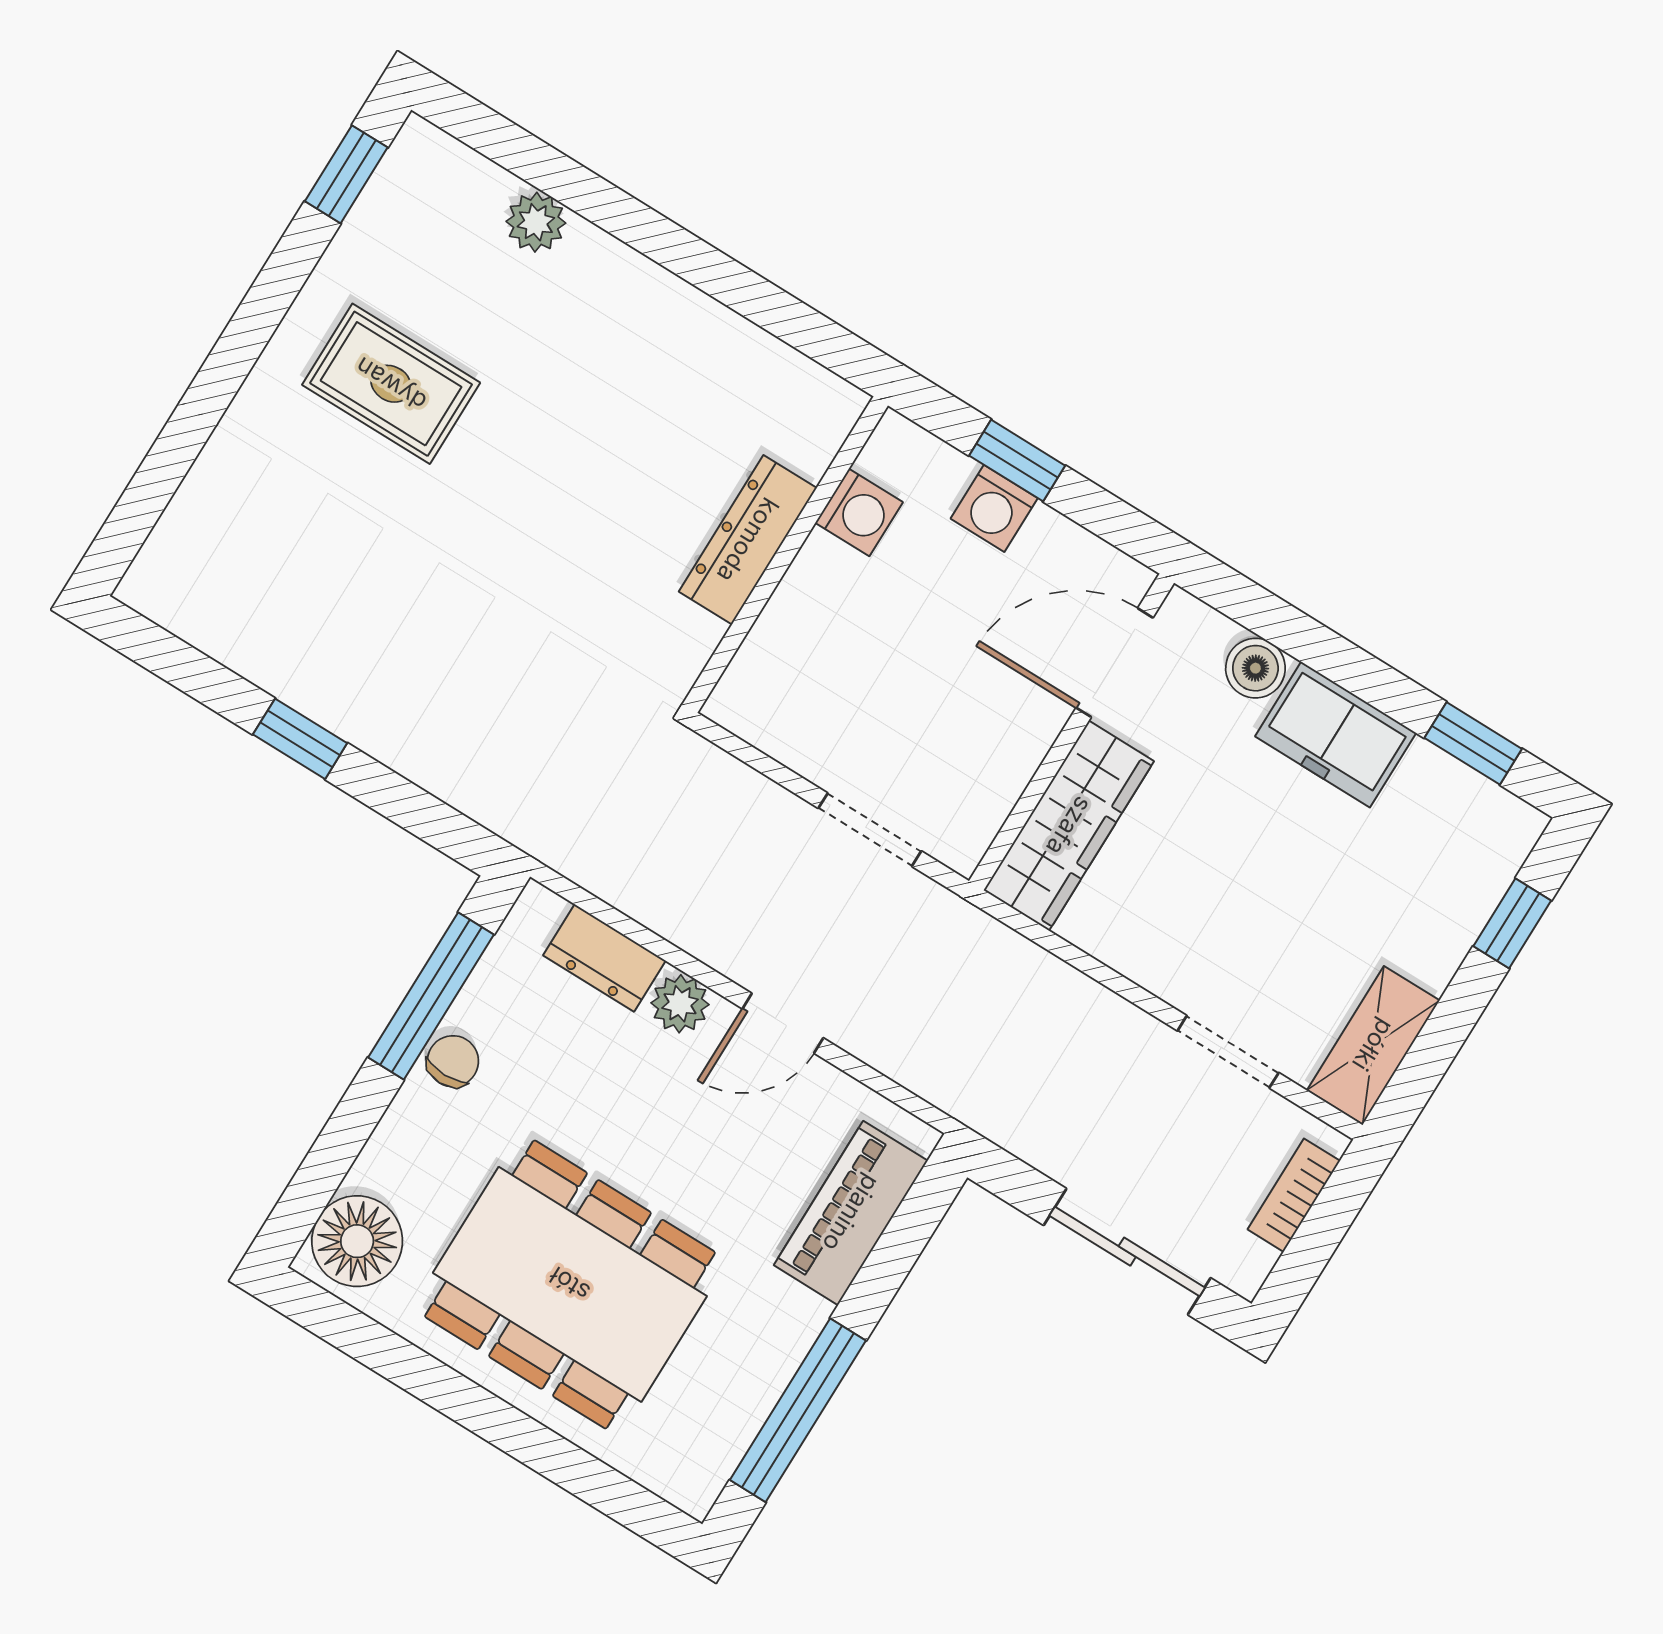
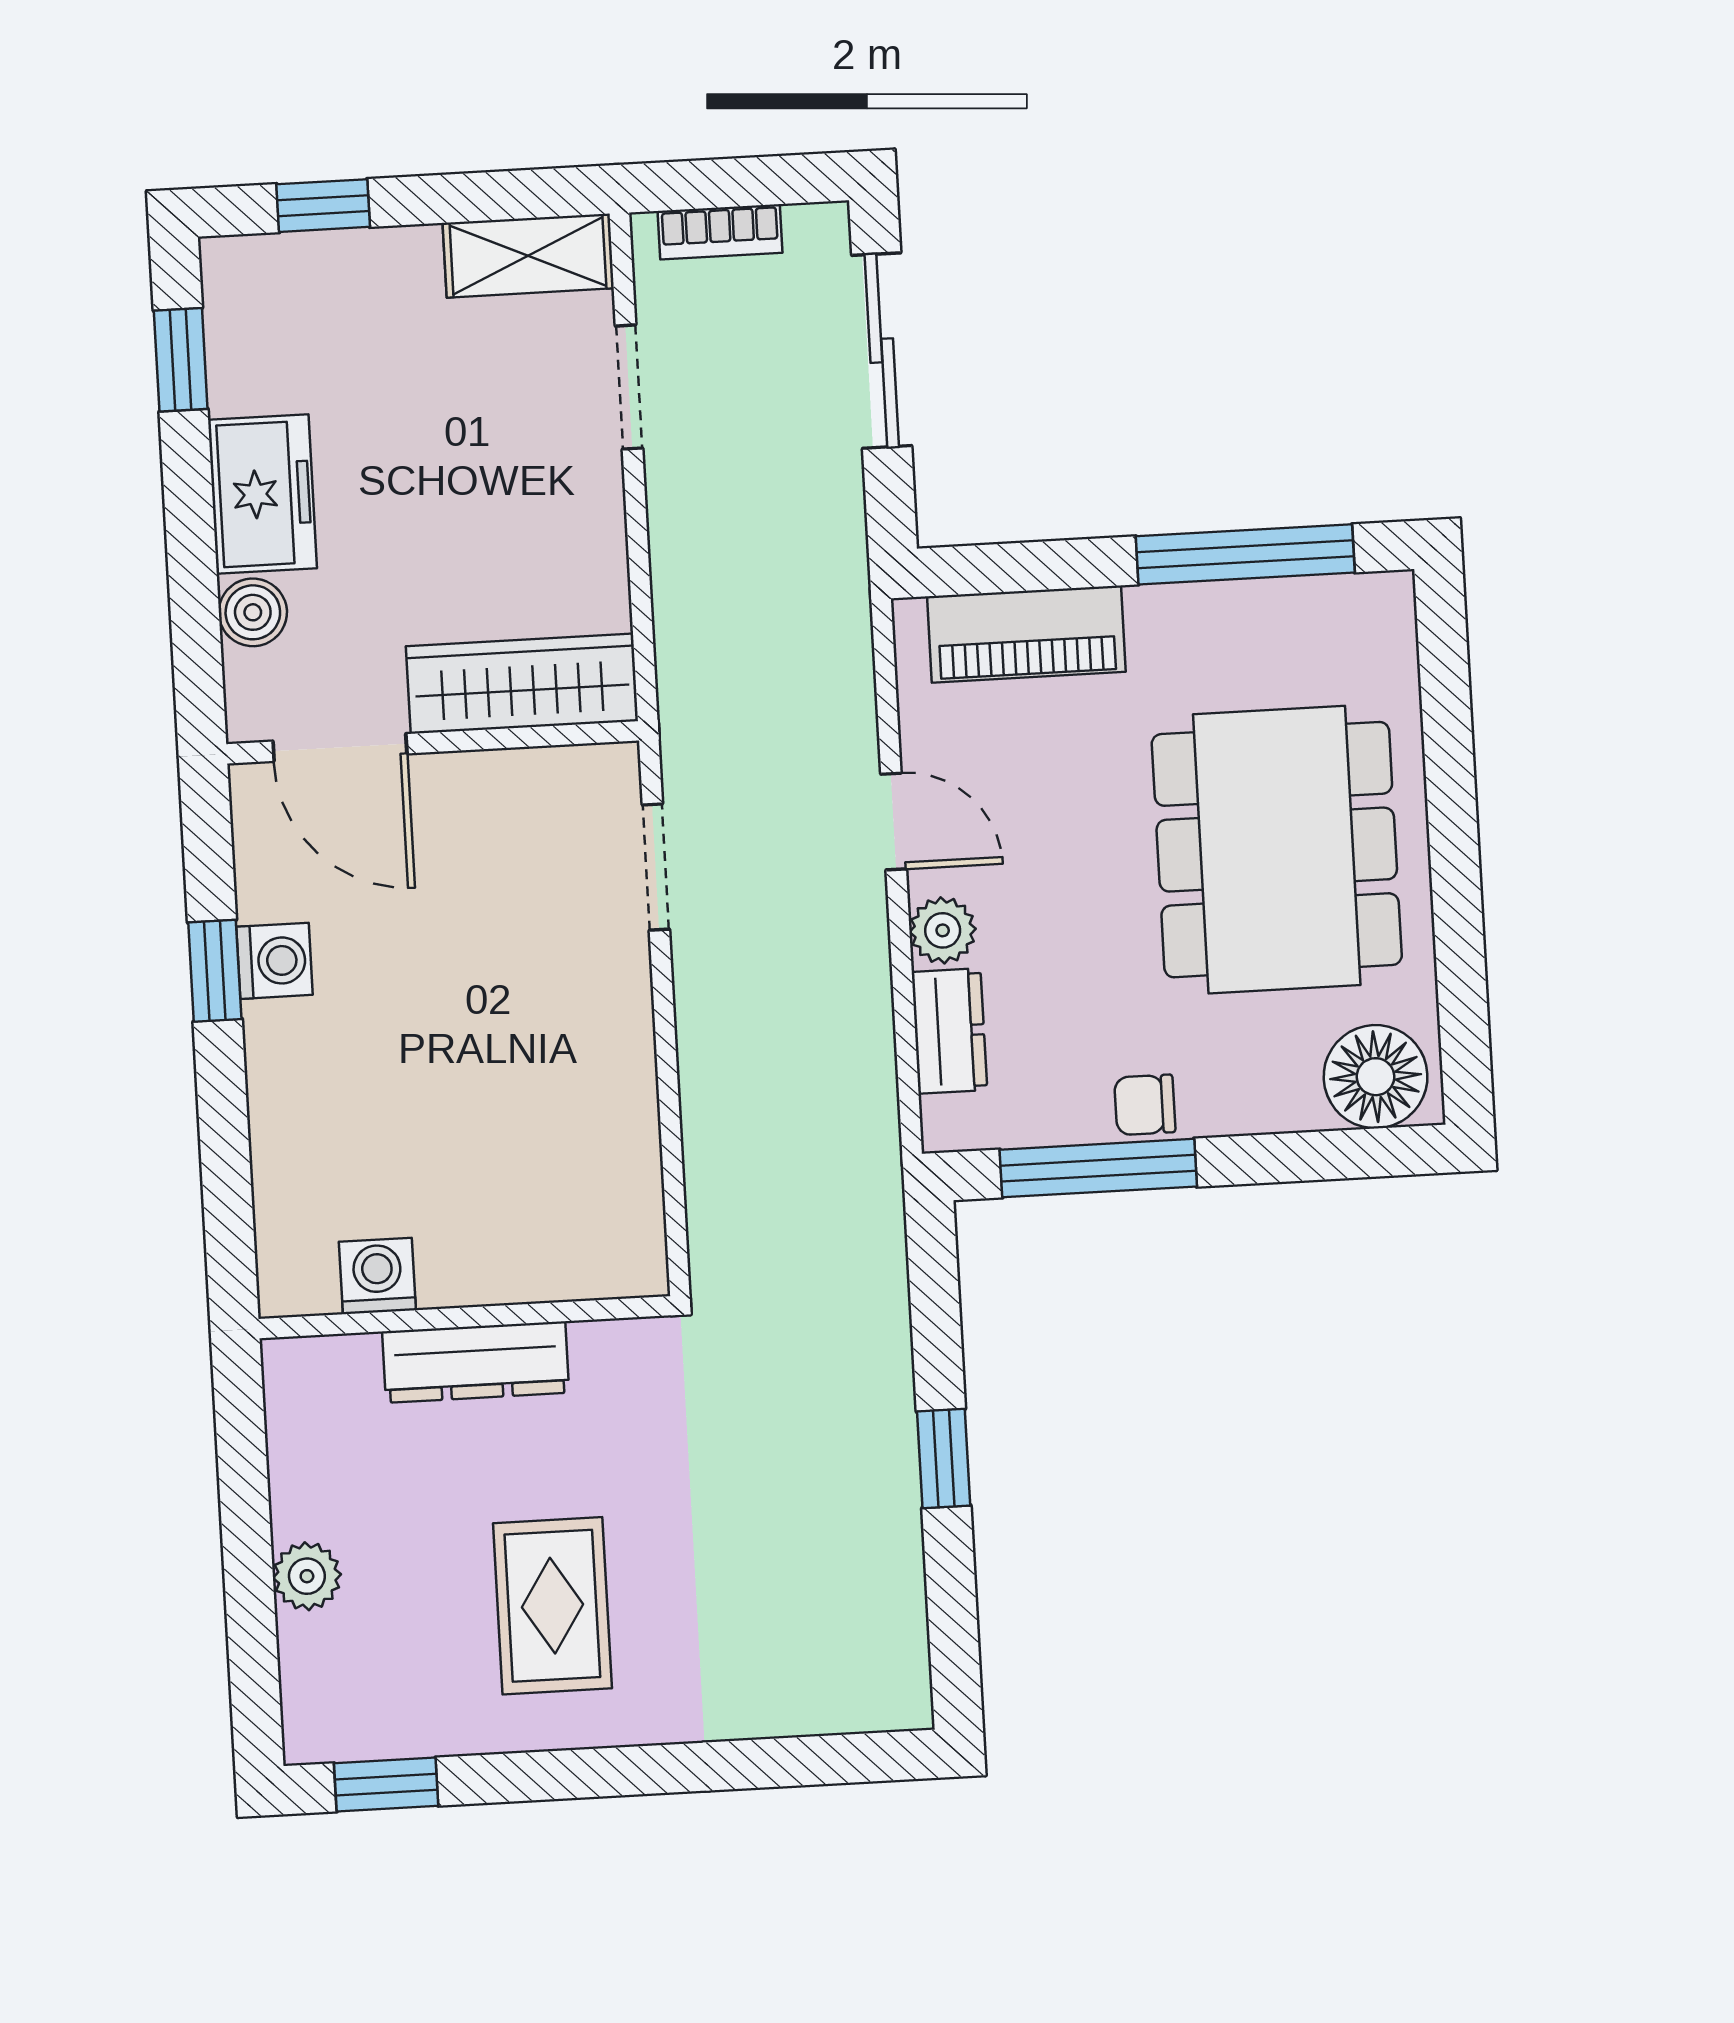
washing machine: (859, 512) -> (377, 1276), moved
dresser: (748, 540) -> (476, 1362), moved
wall: (785, 555) -> (465, 1317), moved

